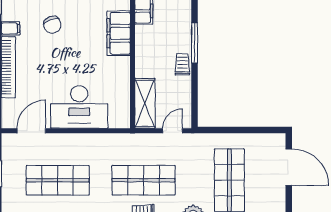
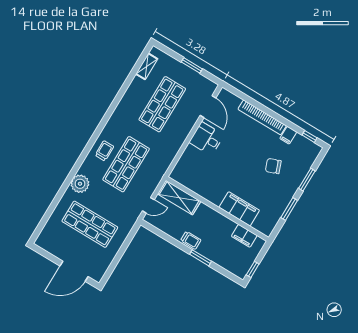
window: (195, 43) -> (201, 258), width x0.69
desk: (79, 107) -> (206, 139), width x0.53, depth x0.77
door: (173, 131) -> (148, 205), hinge flipped

